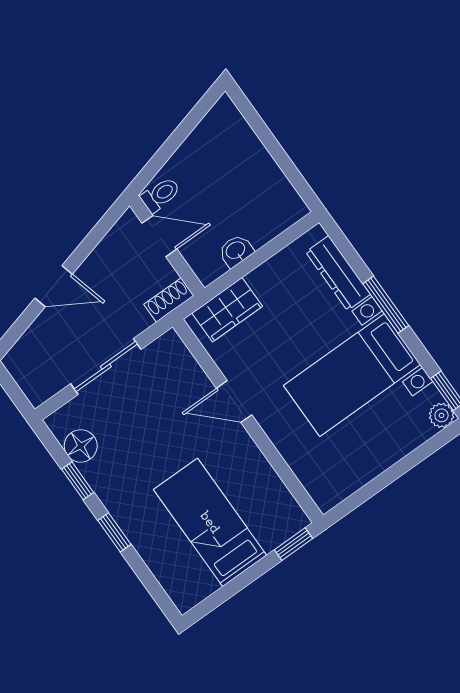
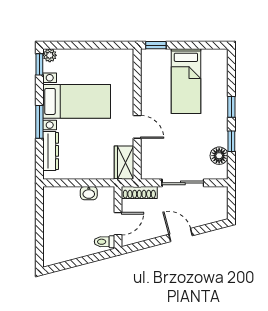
door: (159, 236) -> (118, 224), swing flipped
shoe rack: (169, 300) -> (139, 192), width x1.43
wardrobe: (227, 310) -> (124, 163), moved, turned -90

